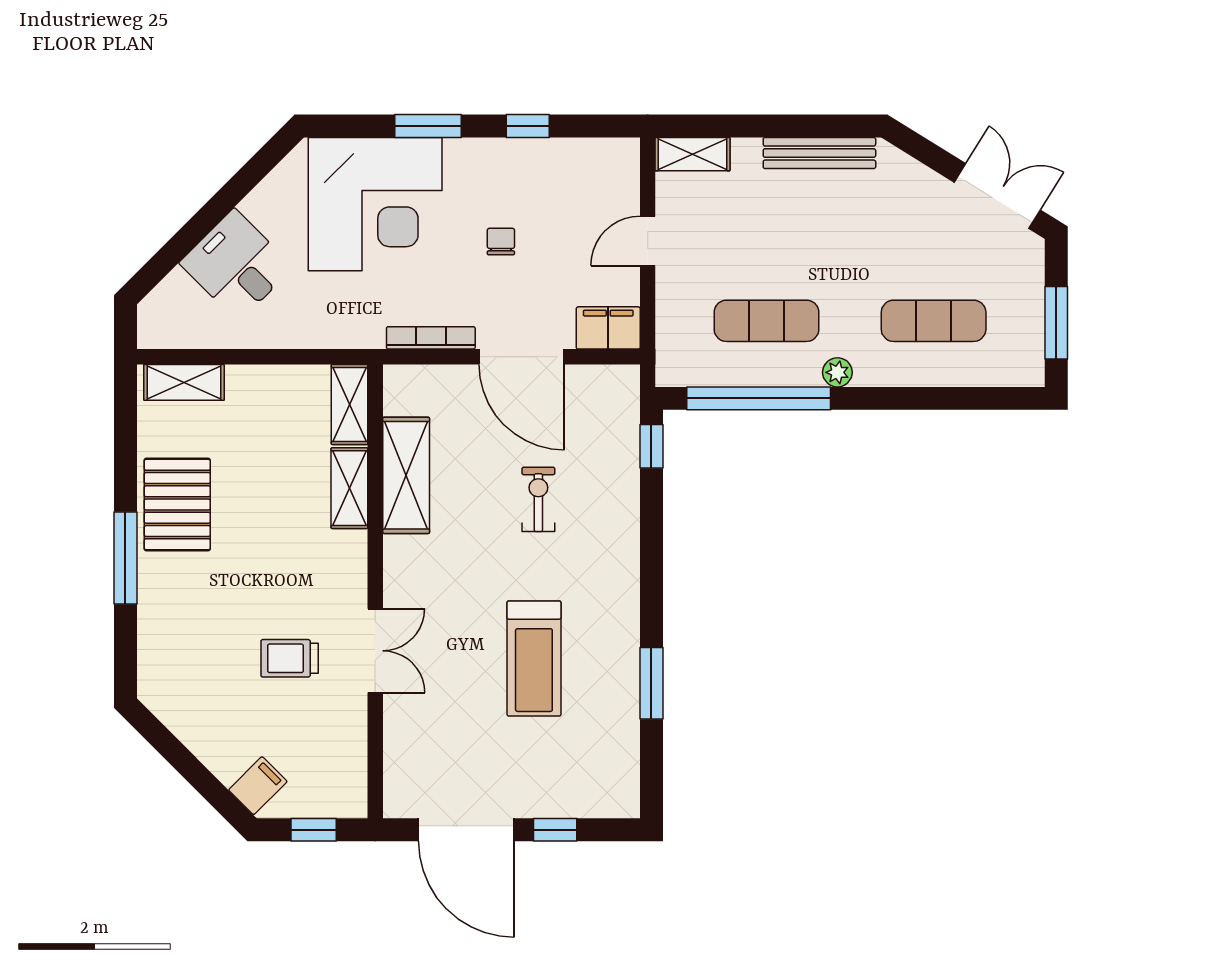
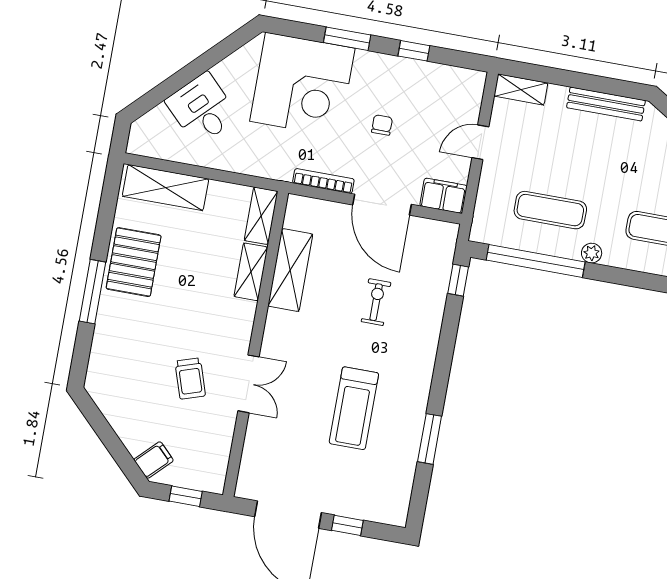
shelving: (184, 382) -> (166, 188), width x1.50, depth x1.33
trolley: (290, 658) -> (190, 379), turned -108

